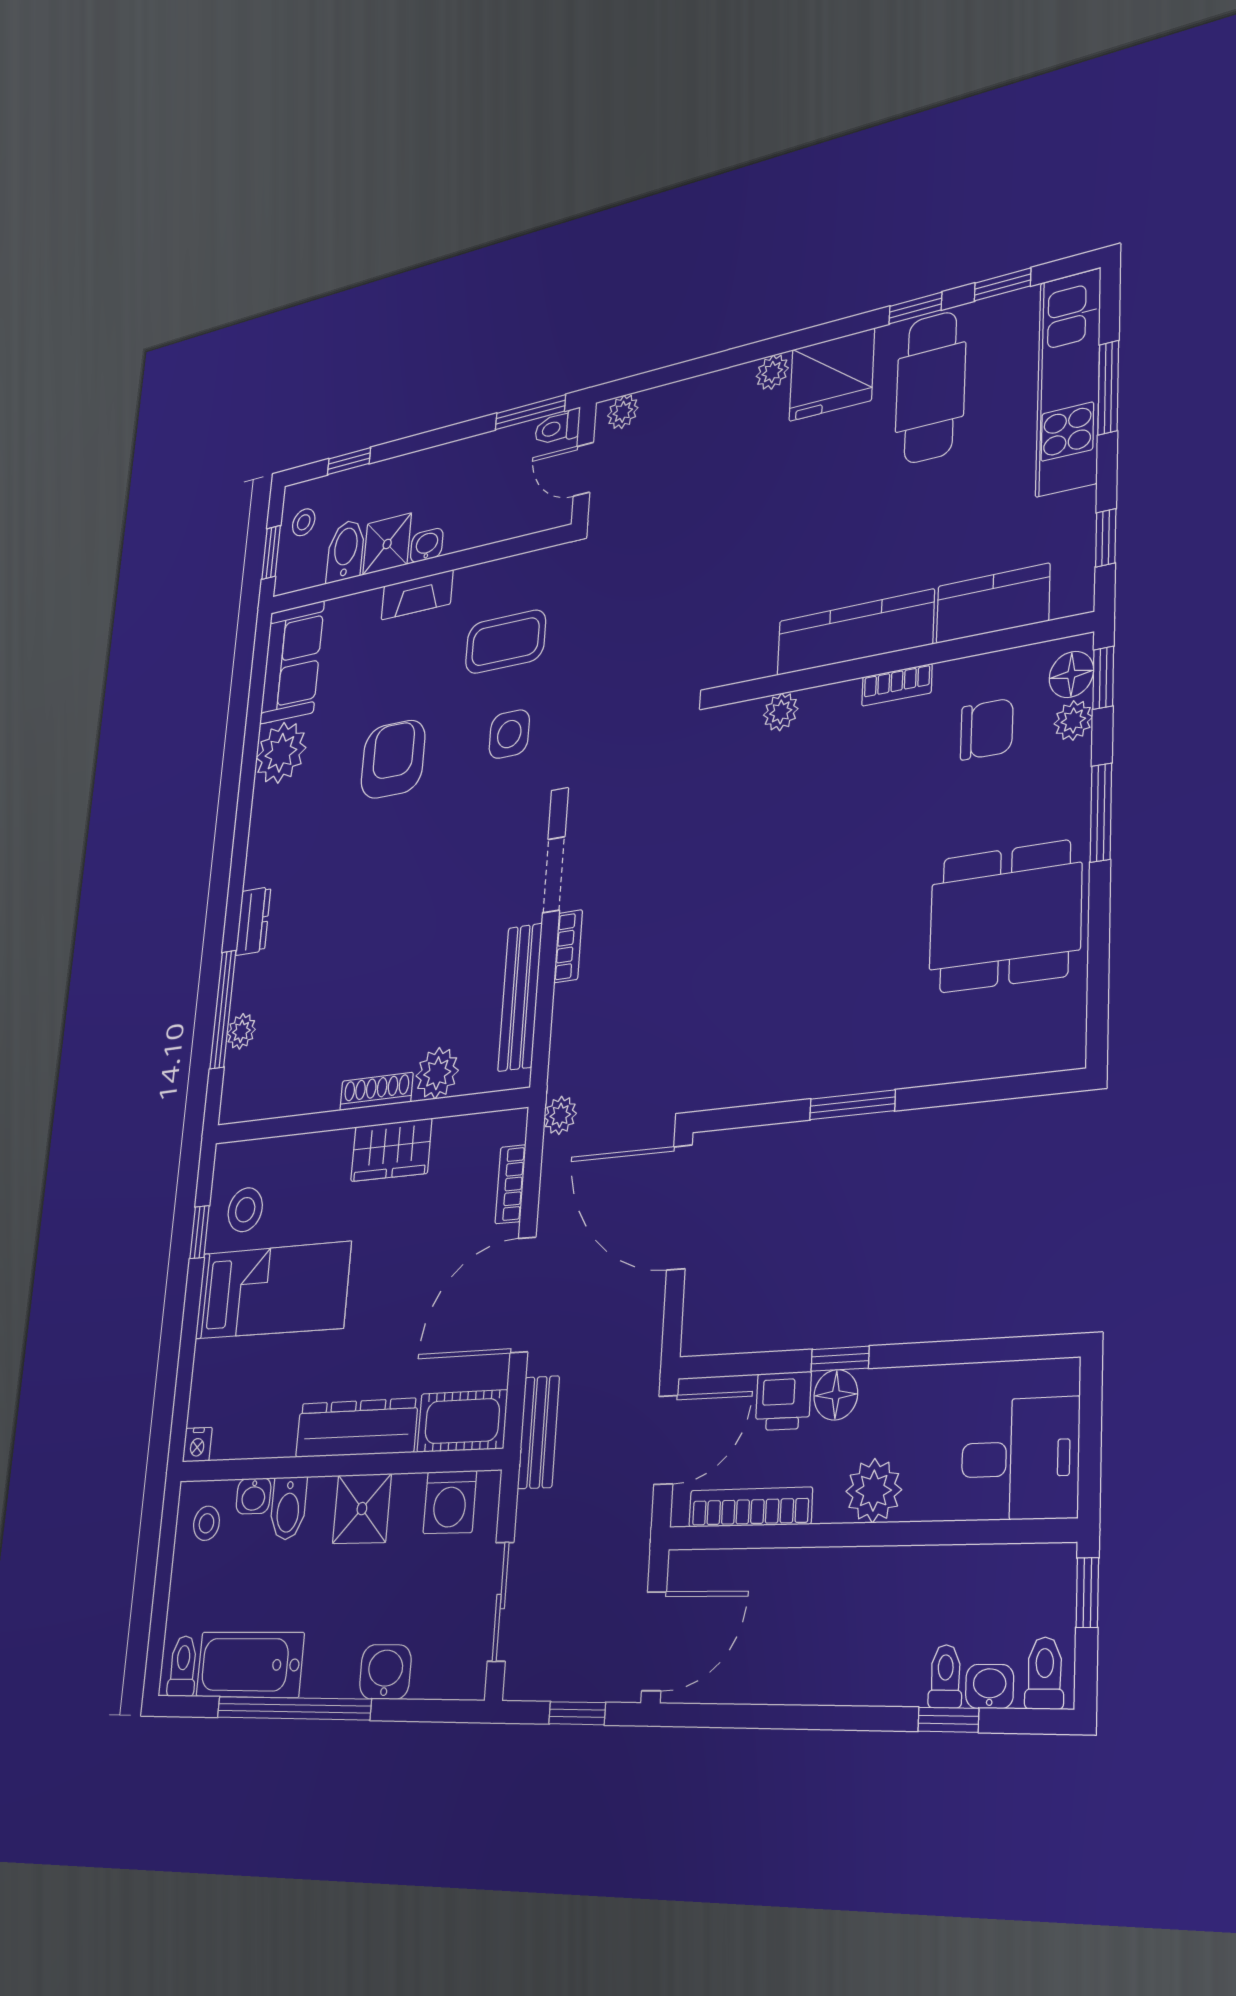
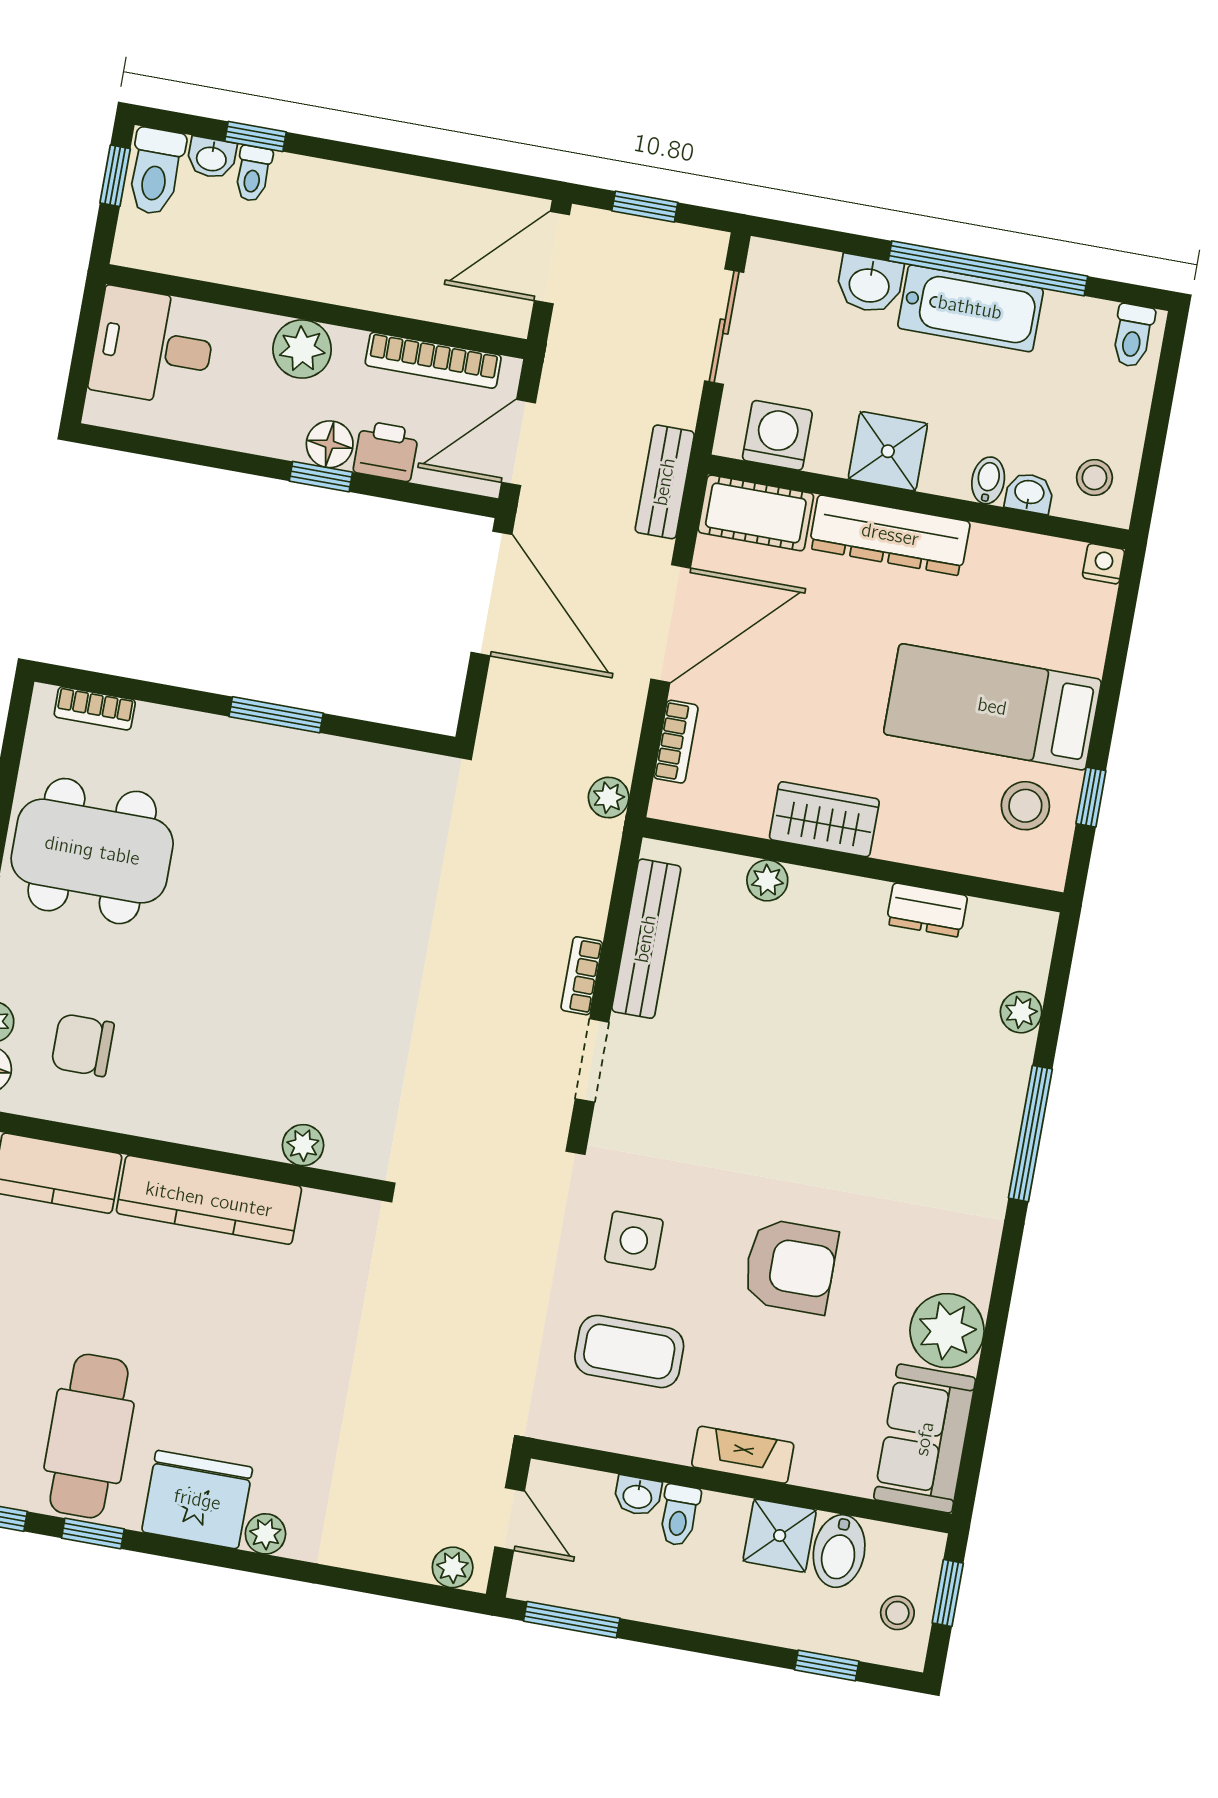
toilet: (557, 428) -> (679, 1515), moved, turned 90
washbasin: (427, 545) -> (638, 1496), moved
bookcase: (897, 685) -> (95, 708), moved, turned 180
armchair: (393, 759) -> (790, 1266), turned -90
dresser: (253, 921) -> (927, 910), moved, turned -90
window: (223, 1009) -> (1030, 1134), moved
plant: (437, 1073) -> (767, 880), width x0.73, depth x0.73
shoe rack: (376, 1091) -> (839, 889), removed
door: (679, 1207) -> (491, 593), moved
bidet: (288, 1508) -> (988, 480), width x0.72, depth x0.74
window: (1087, 1593) -> (115, 176), moved
bathtub: (250, 1665) -> (970, 308), moved
toilet: (1045, 1673) -> (156, 171), width x1.37, depth x1.39

